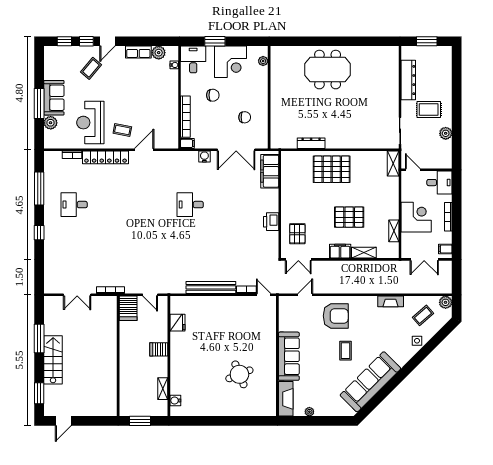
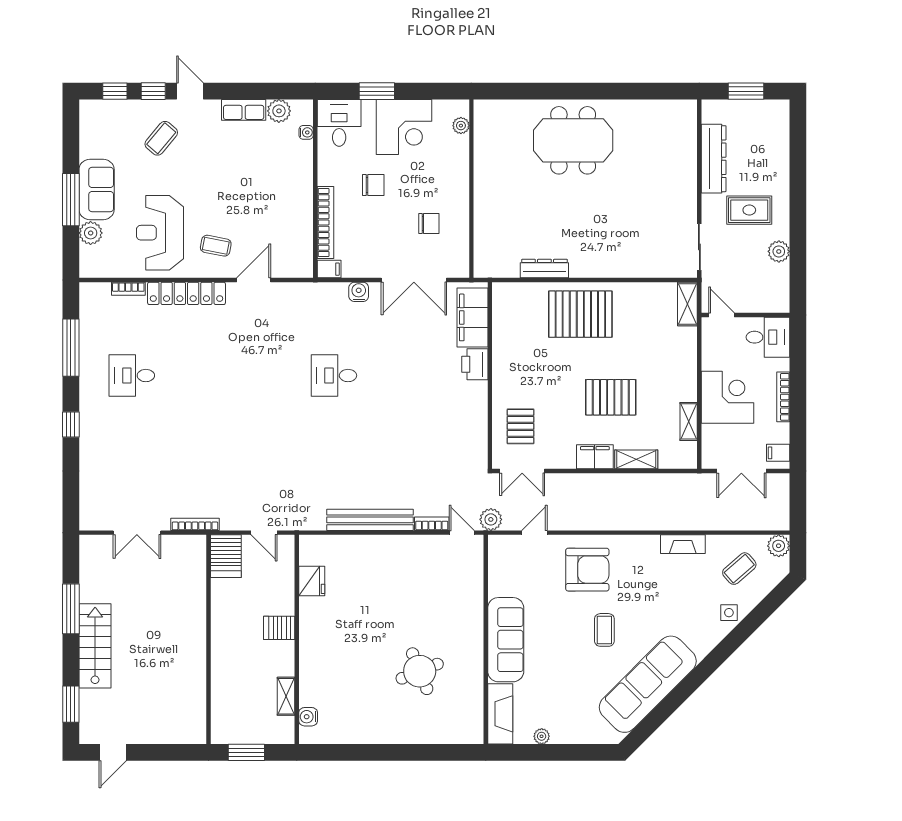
door: (107, 41) -> (190, 91), swing flipped
printer: (271, 222) -> (475, 364), moved
plant: (280, 287) -> (491, 519), added

